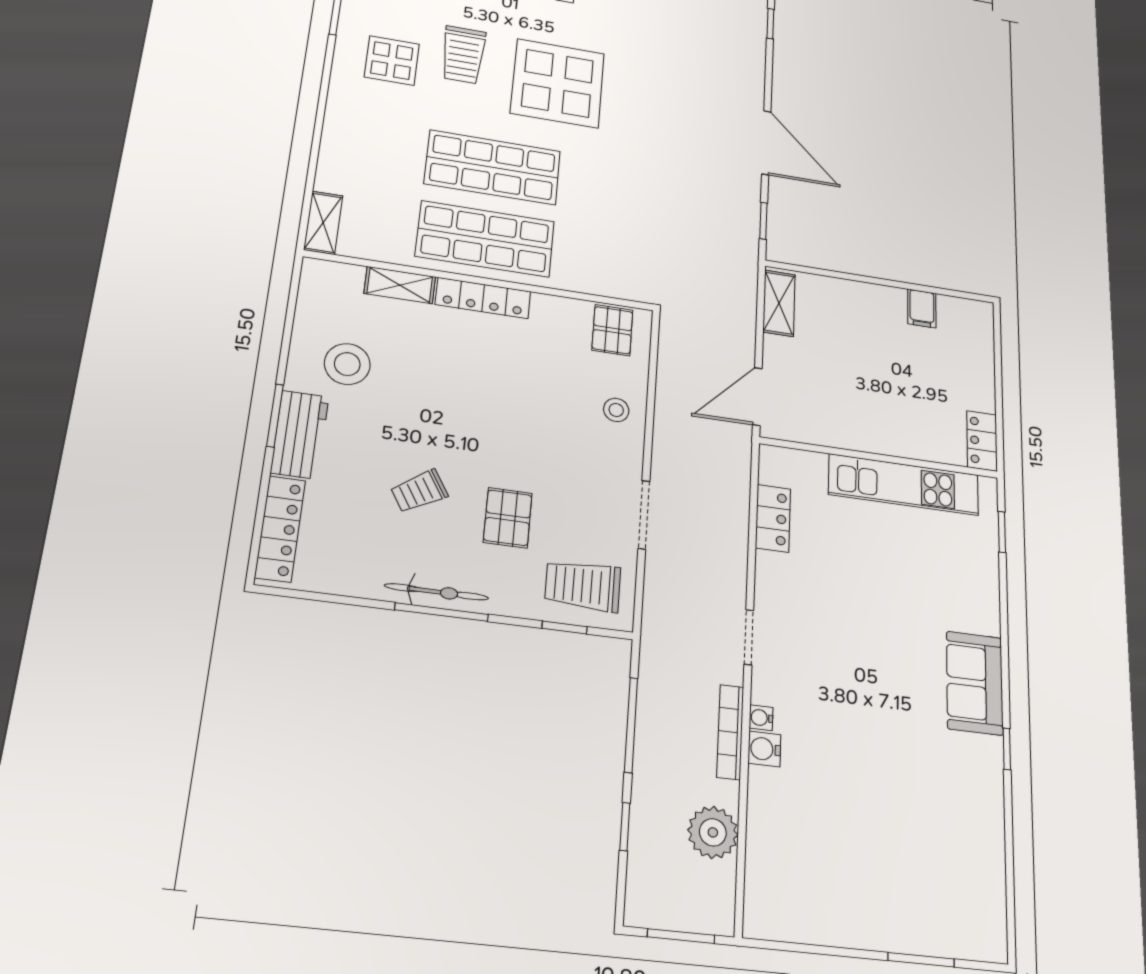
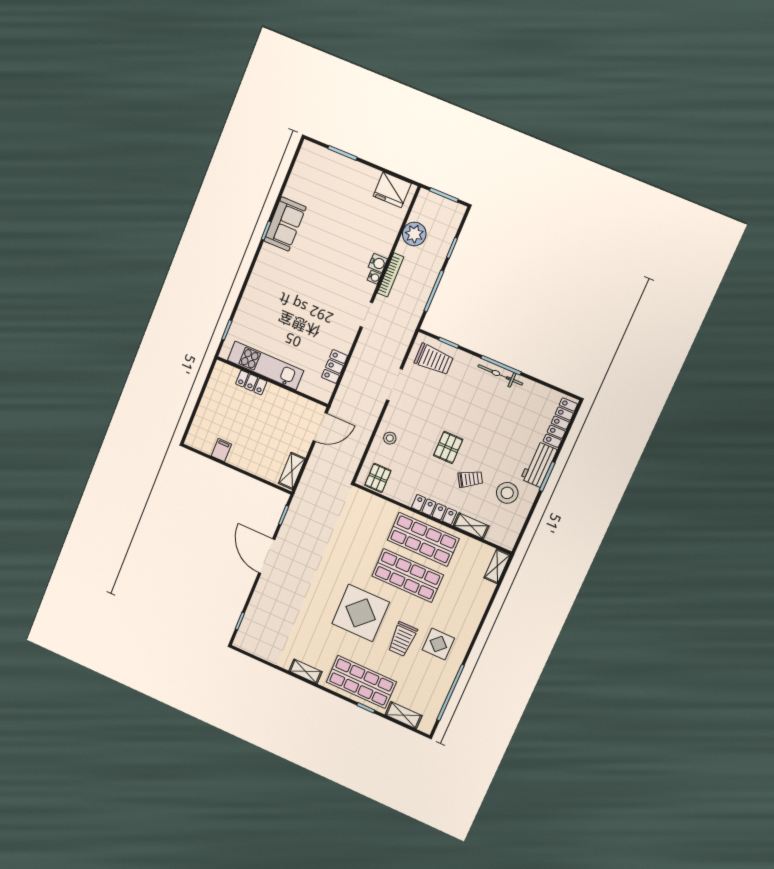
trolley: (463, 55) -> (402, 639), turned 180
locker: (982, 441) -> (251, 383), moved, turned 90
trolley: (419, 491) -> (470, 479), moved
pallet: (508, 518) -> (448, 447), moved
sofa: (975, 683) -> (285, 224), moved
fridge: (791, 913) -> (392, 190), added

